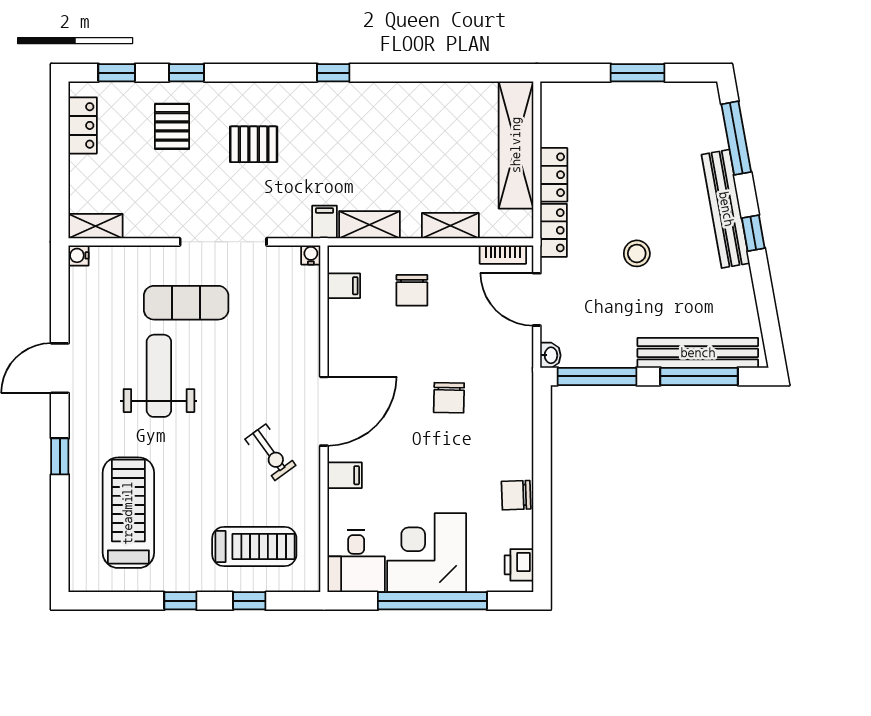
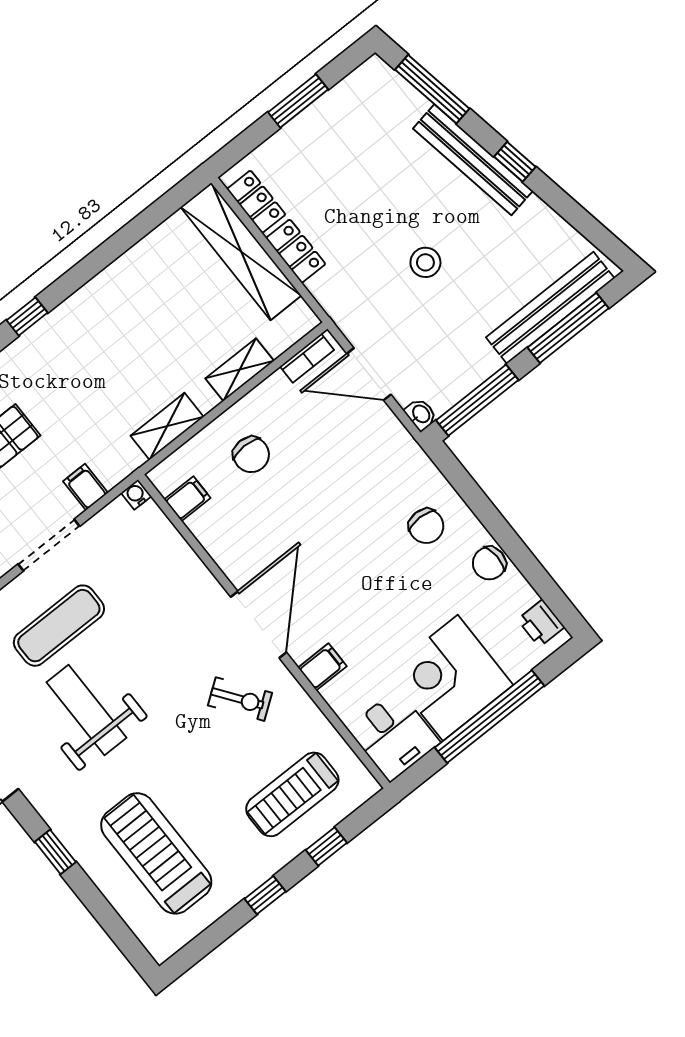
filing cabinet: (324, 222) -> (85, 487), moved
locker: (554, 230) -> (256, 202), moved
doorway: (223, 242) -> (49, 545), width x0.73
chair: (449, 398) -> (426, 526), moved
treadmill: (254, 546) -> (292, 794), turned 180

